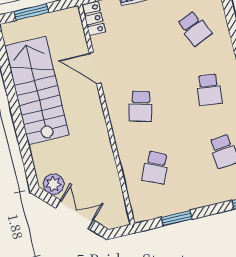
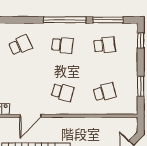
school desk: (155, 168) -> (105, 92), turned -39

